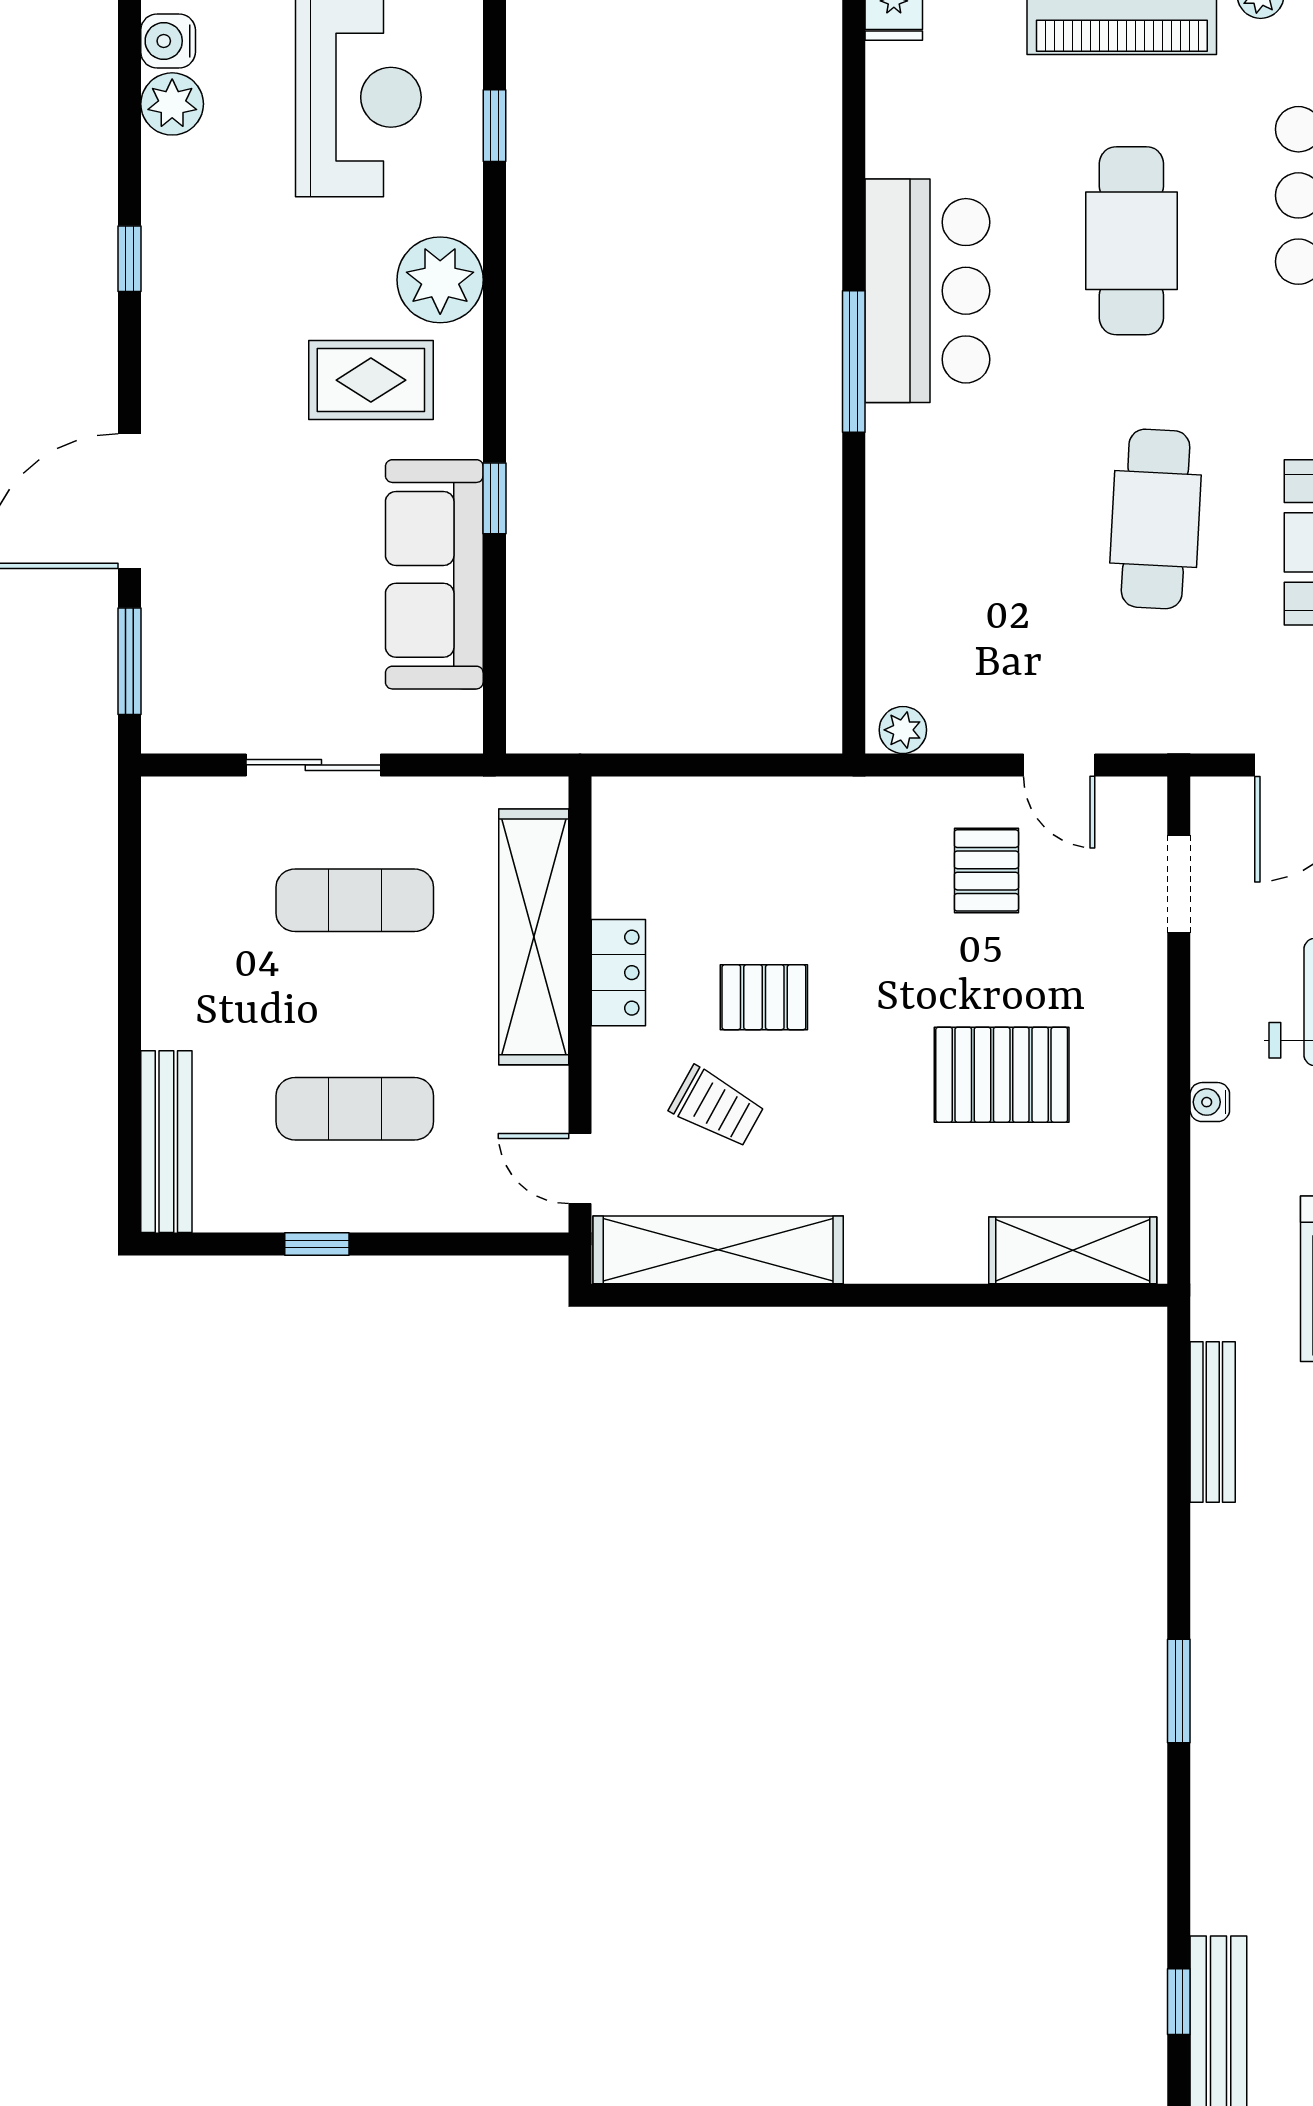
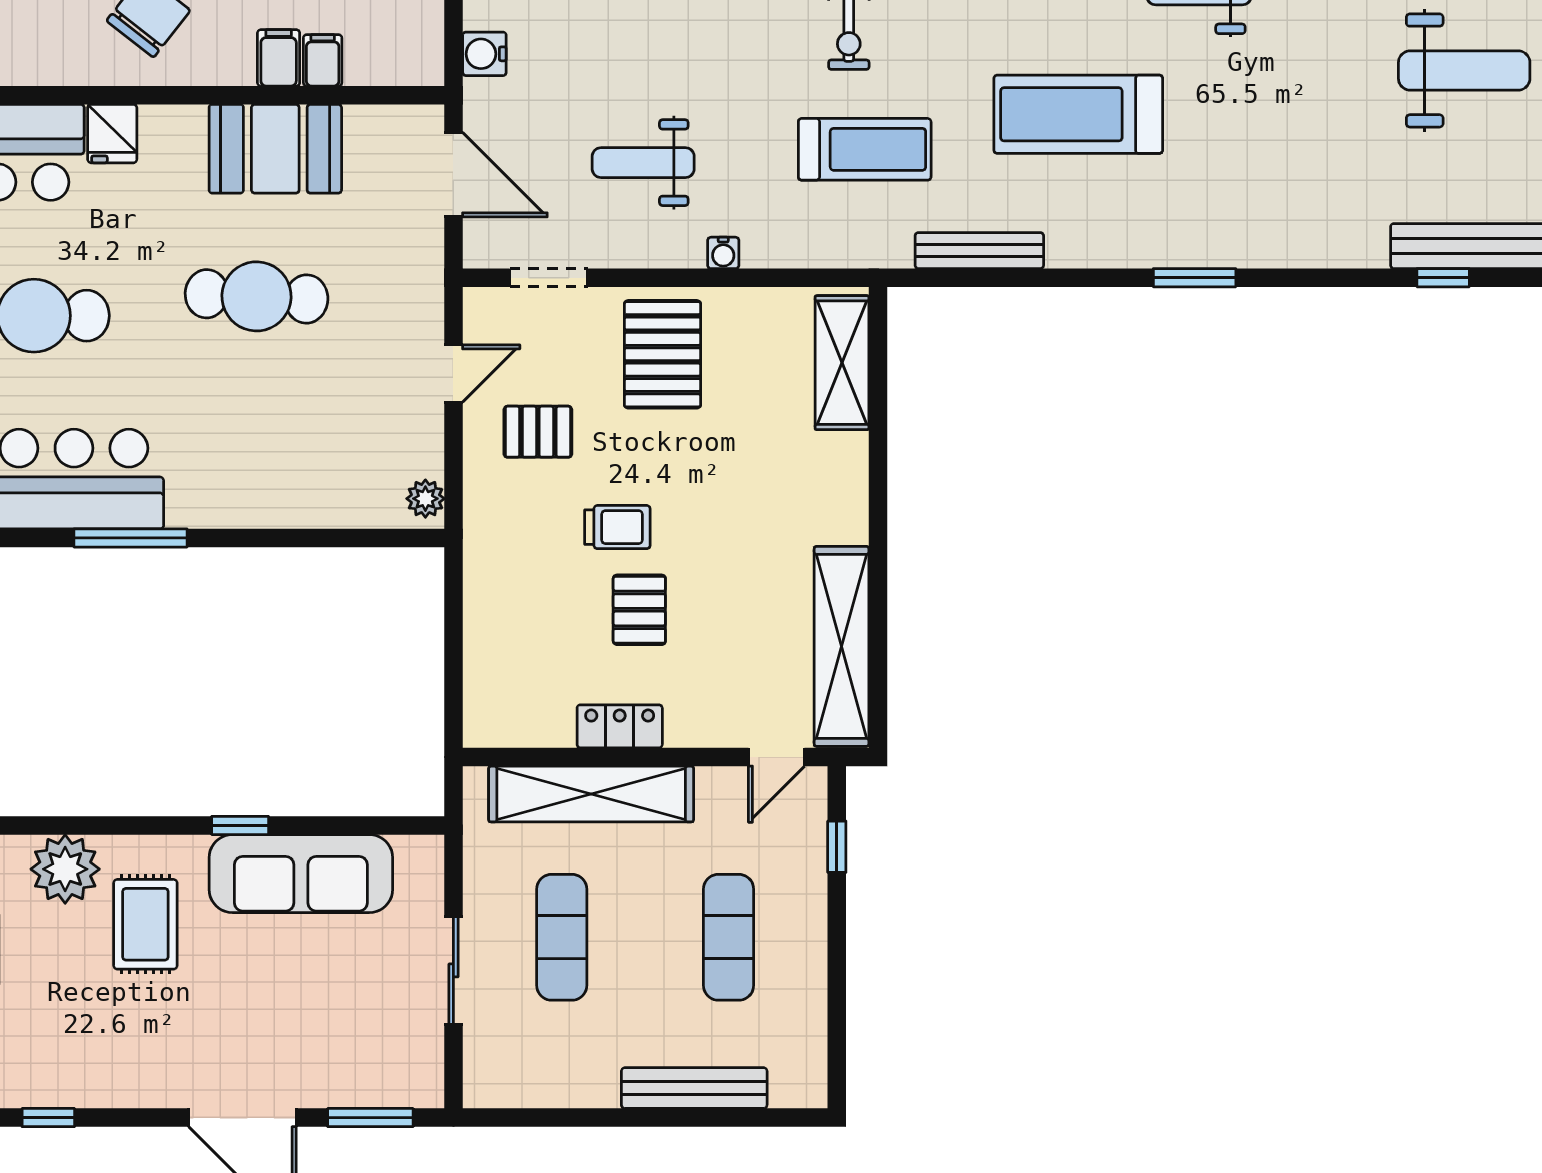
pallet: (1002, 1075) -> (663, 354), moved
trolley: (717, 1107) -> (617, 527), moved, turned 61
bench: (166, 1142) -> (694, 1088), moved
window: (317, 1244) -> (837, 847), moved

